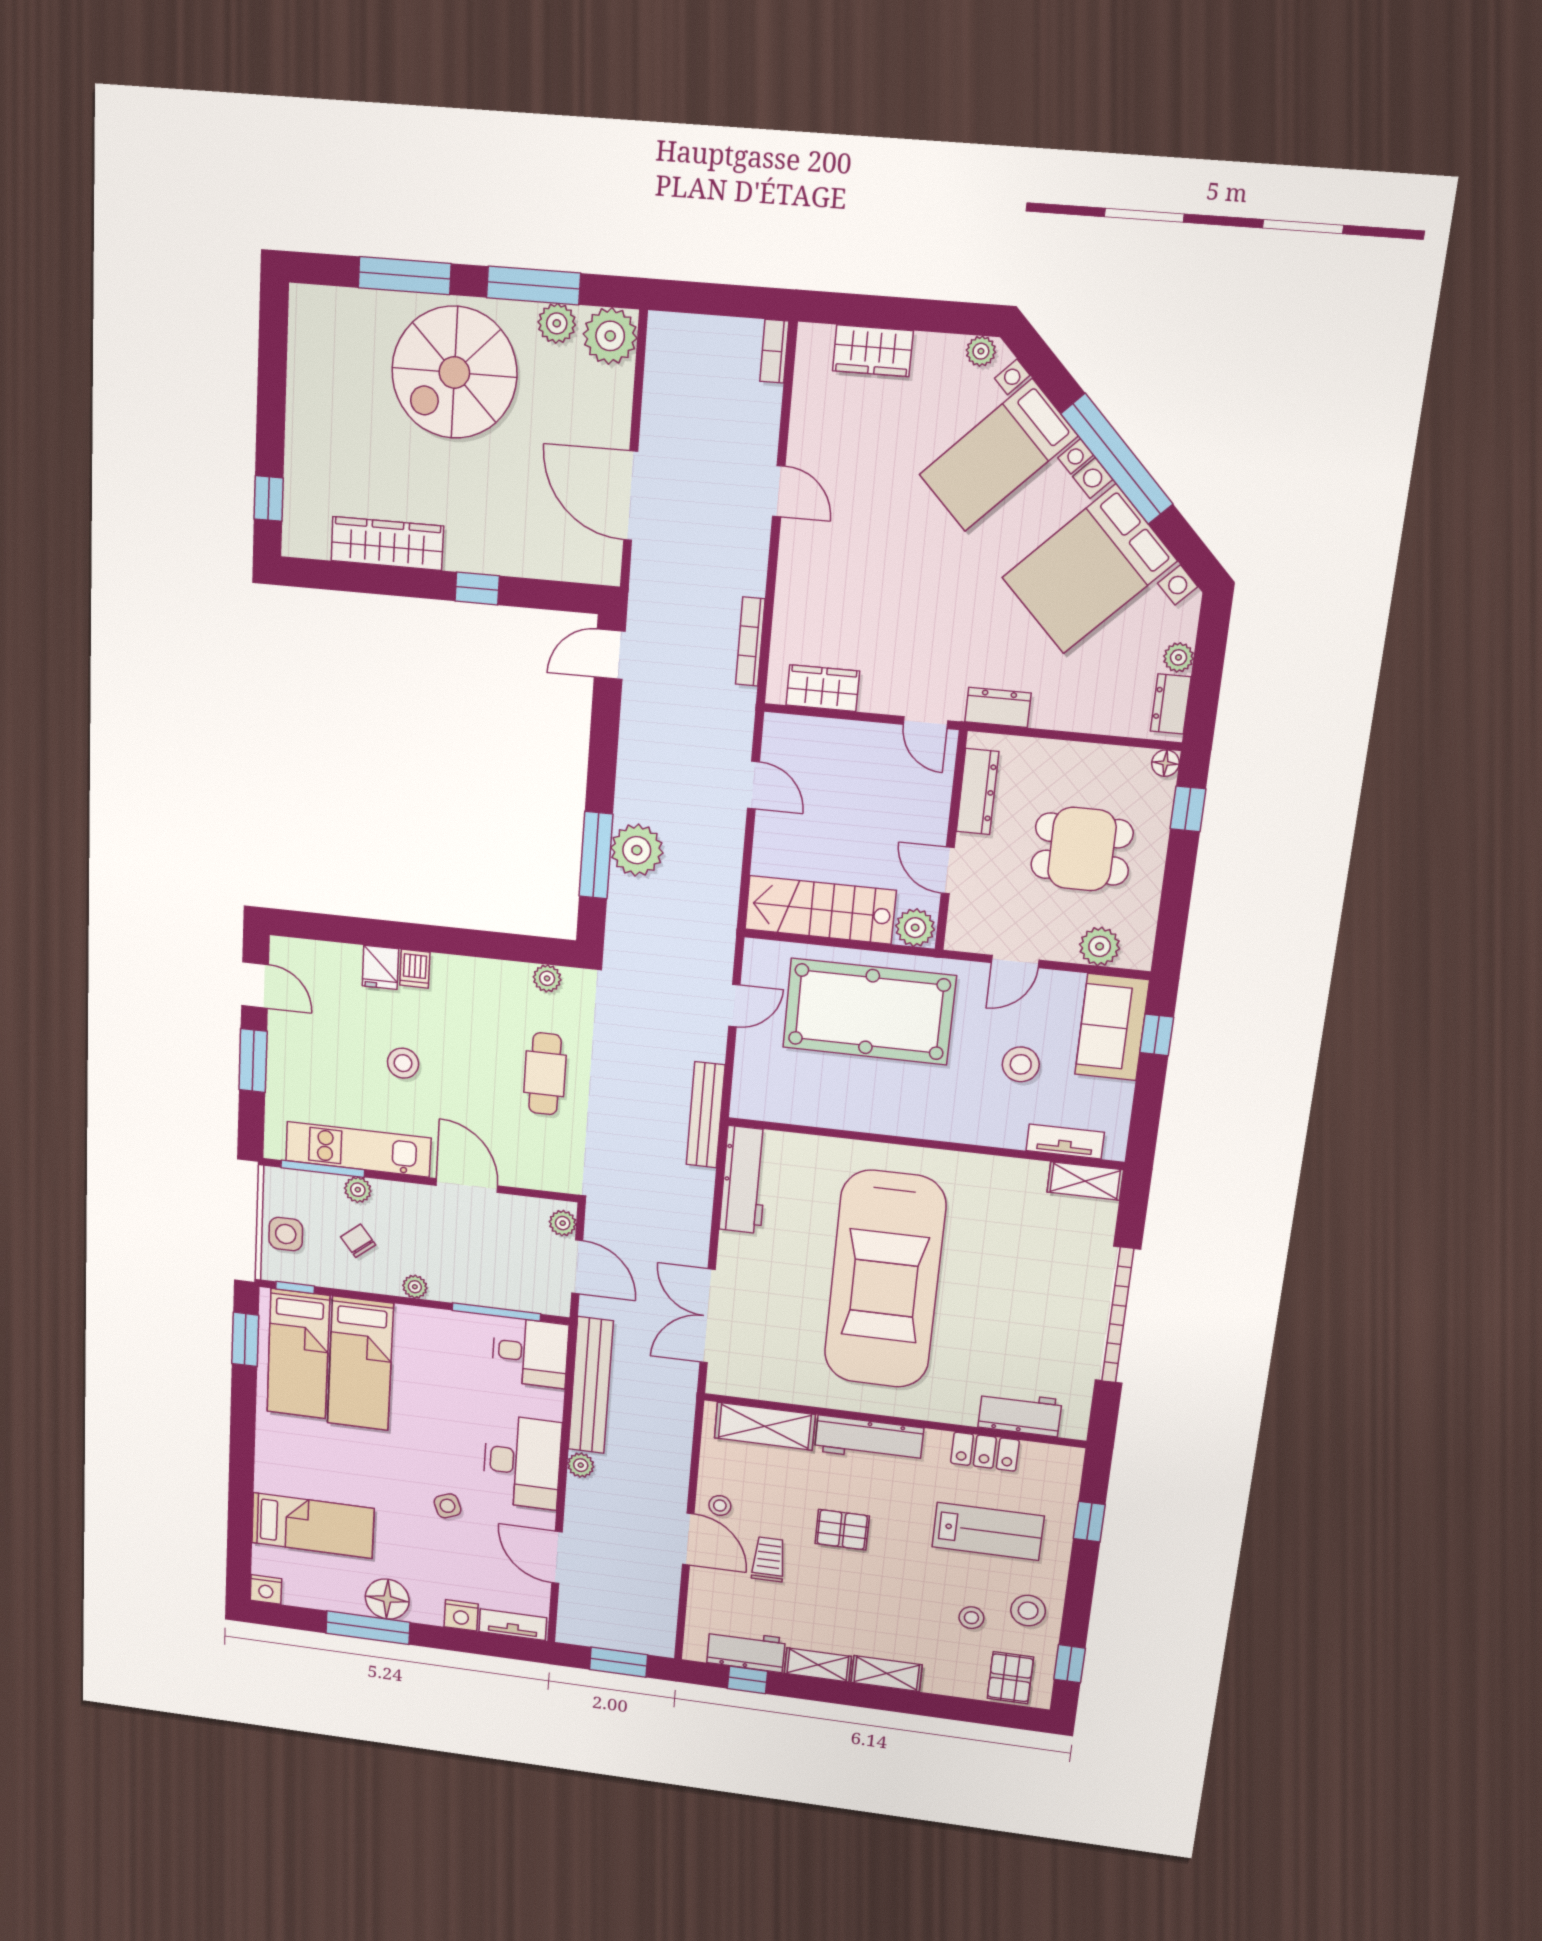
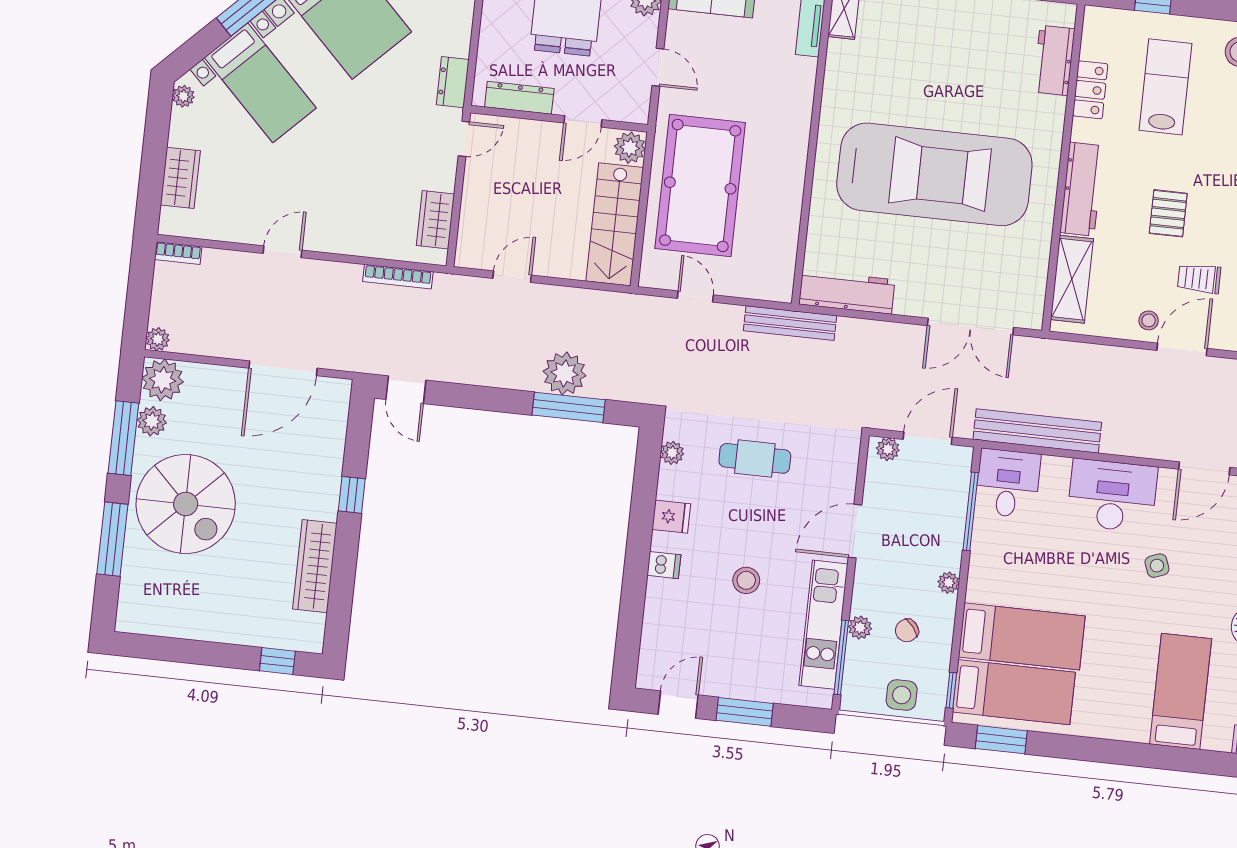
fridge: (380, 967) -> (671, 517), moved
stool: (1021, 1064) -> (744, 62), removed
plant: (581, 1465) -> (158, 339), moved

